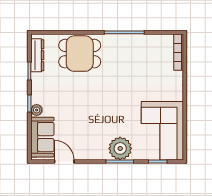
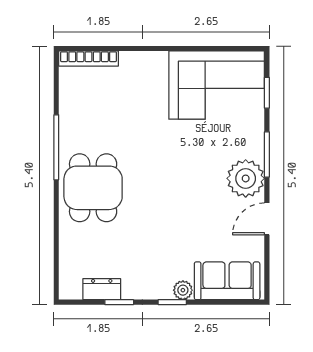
dining table: (80, 54) -> (93, 188), moved
dresser: (37, 55) -> (102, 289), width x0.70
plant: (120, 148) -> (246, 178), moved
door: (64, 161) -> (267, 219), moved

